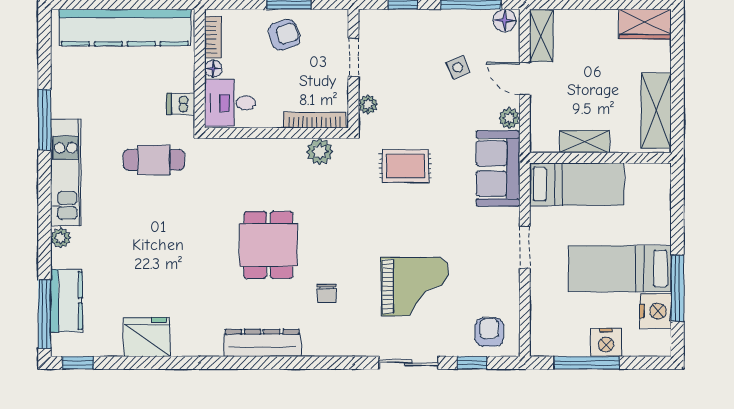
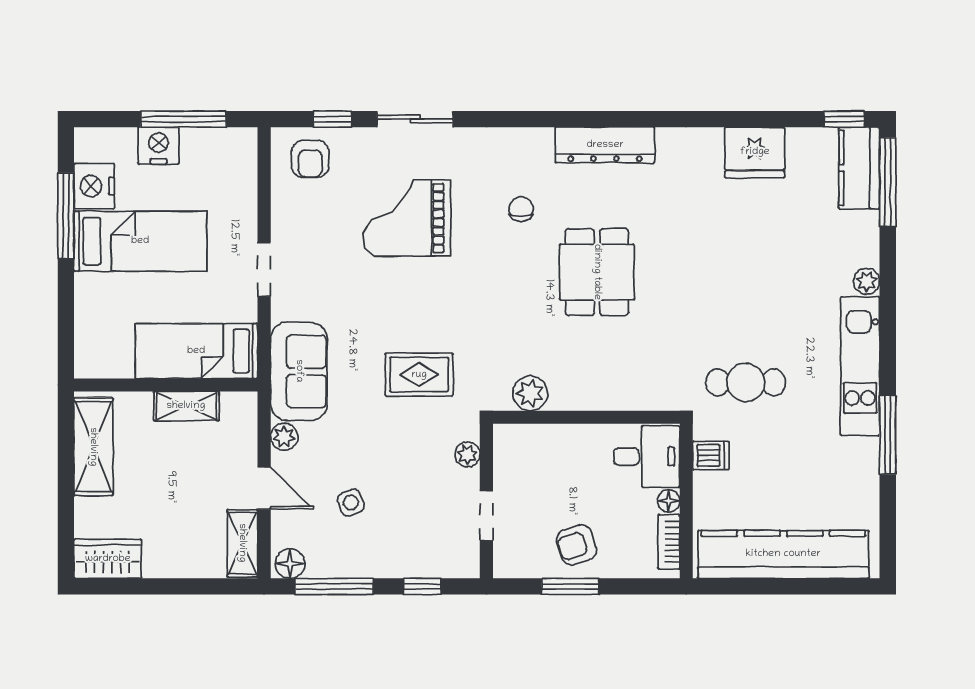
bookcase: (314, 120) -> (537, 434), removed
kitchen counter: (66, 301) -> (859, 168), moved

